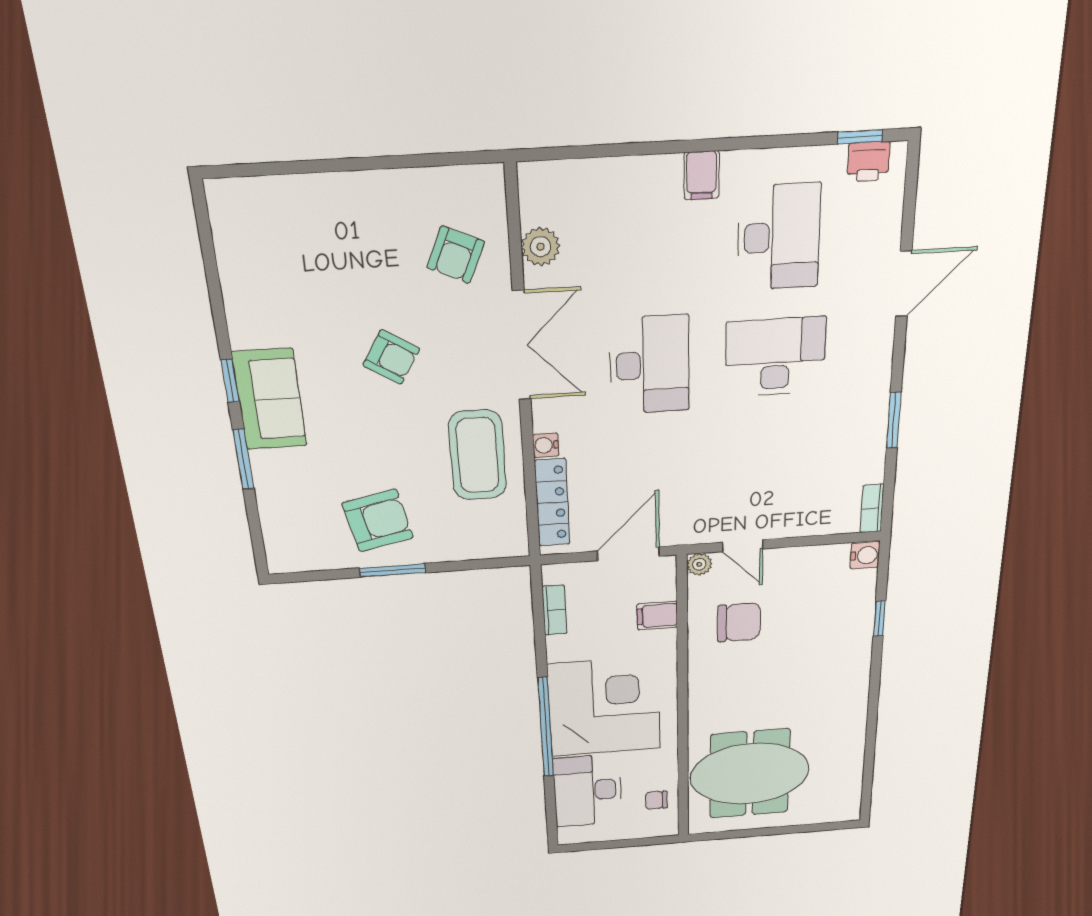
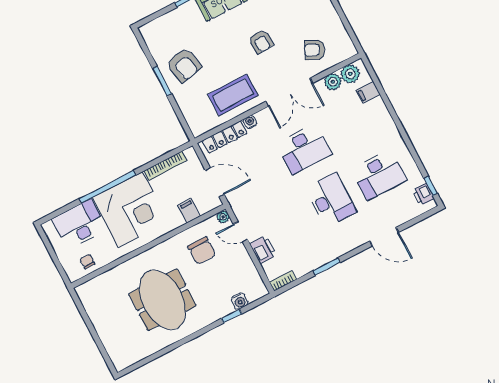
filing cabinet: (702, 175) -> (368, 92), moved
plant: (540, 202) -> (350, 74), added
armchair: (391, 357) -> (261, 42), turned -35
printer: (796, 520) -> (263, 249), added
door: (743, 546) -> (240, 232), hinge flipped
water cooler: (865, 555) -> (240, 301), moved
bookcase: (554, 610) -> (165, 166), width x1.56
meeting table: (750, 774) -> (162, 300), moved

